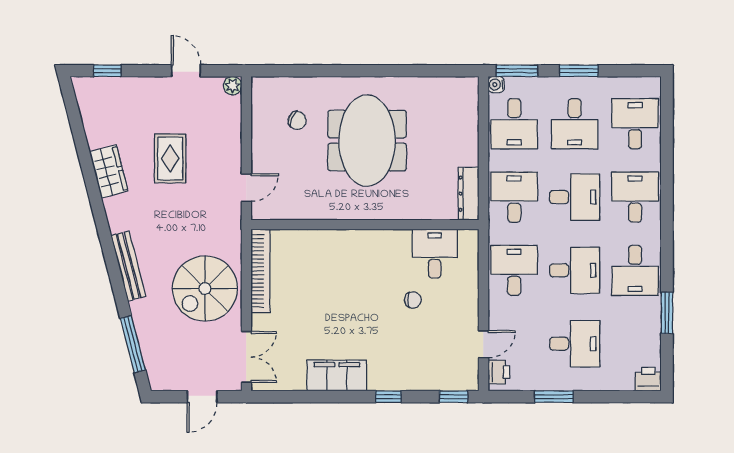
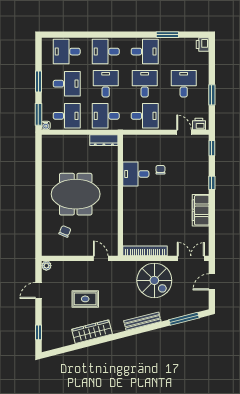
wardrobe: (109, 171) -> (92, 332), width x1.50
desk: (435, 254) -> (136, 174), moved
desk: (514, 270) -> (145, 116), turned 180
door: (202, 397) -> (212, 282), swing flipped

